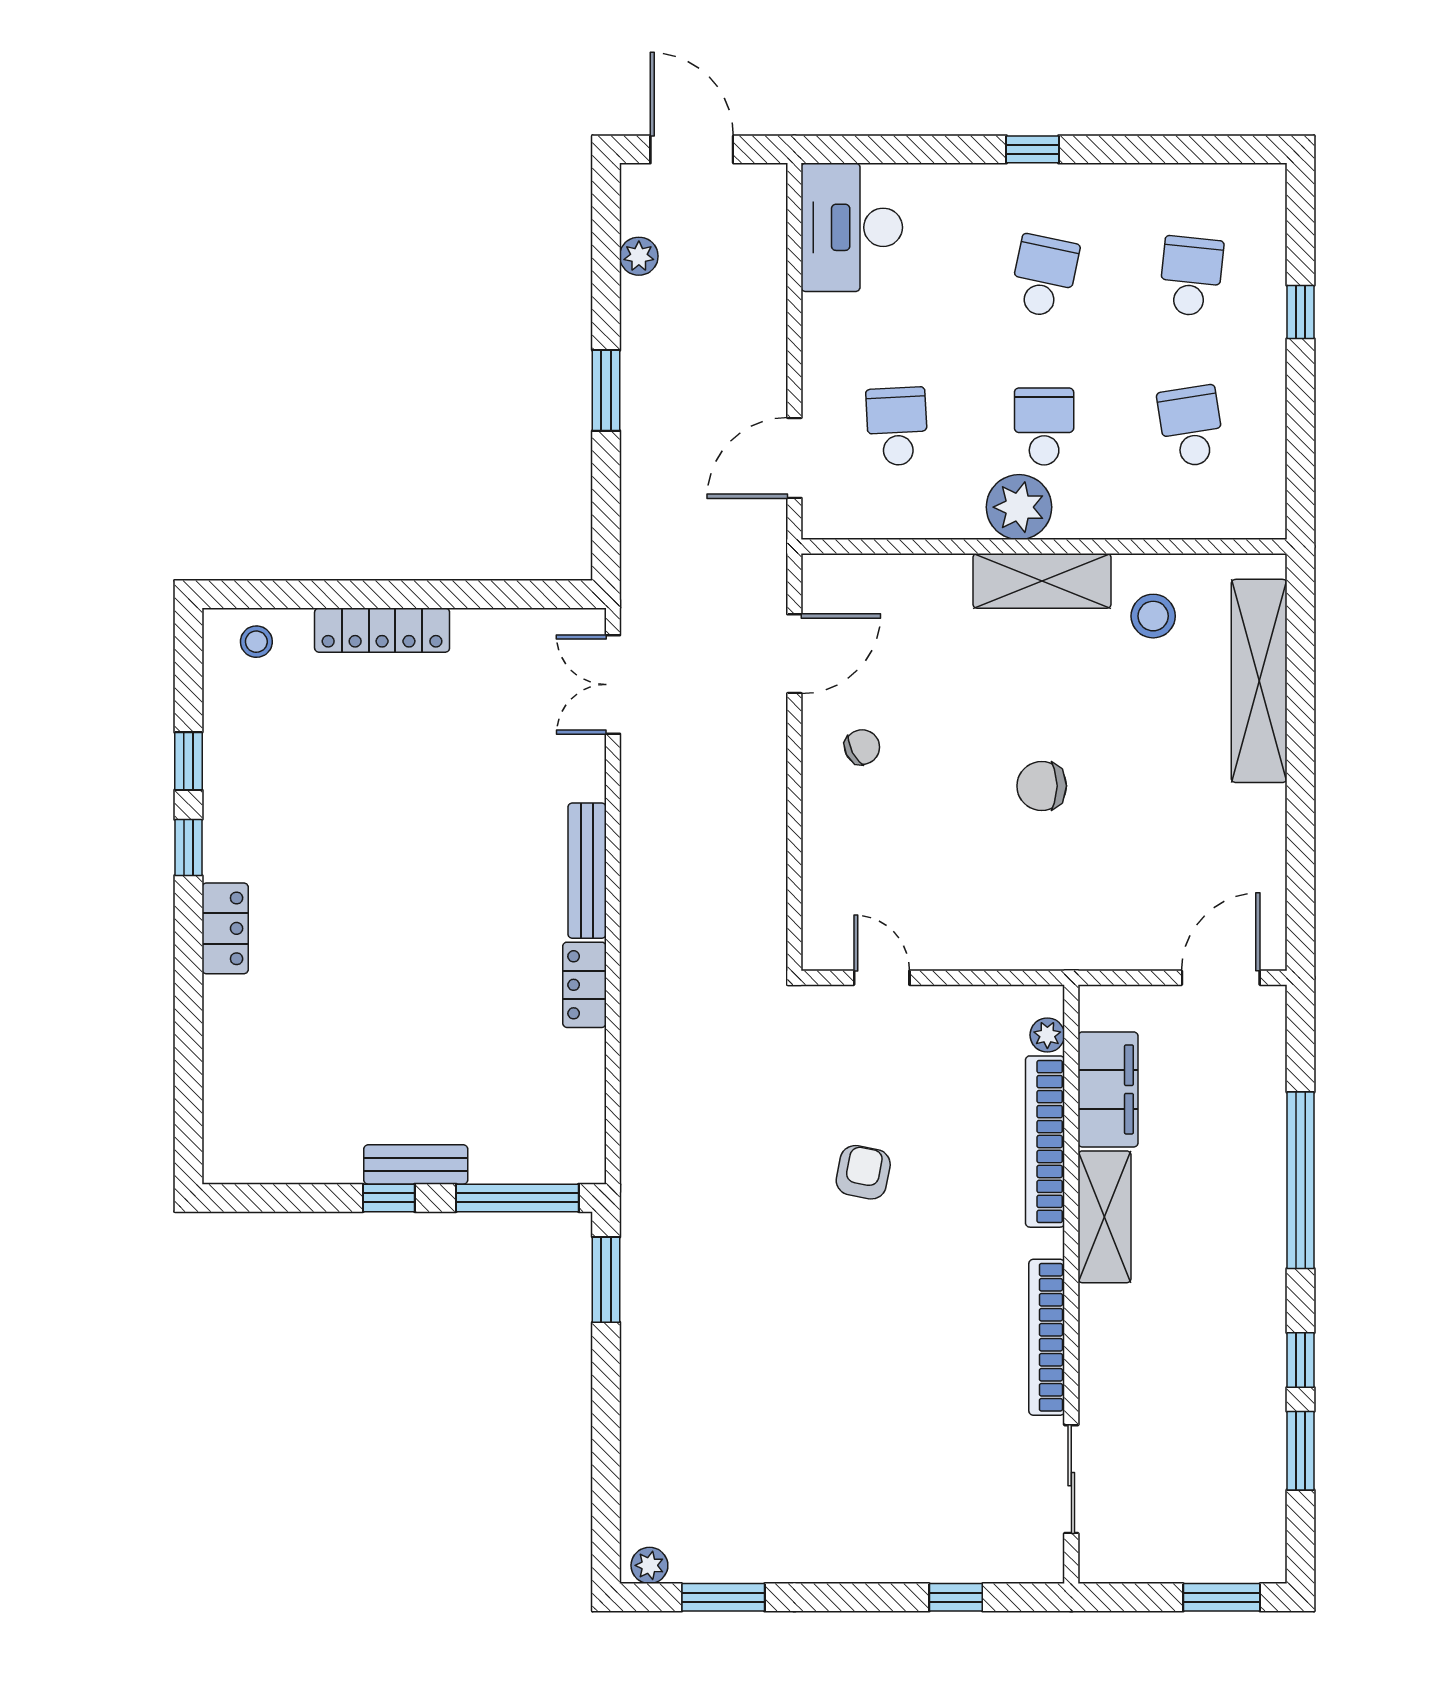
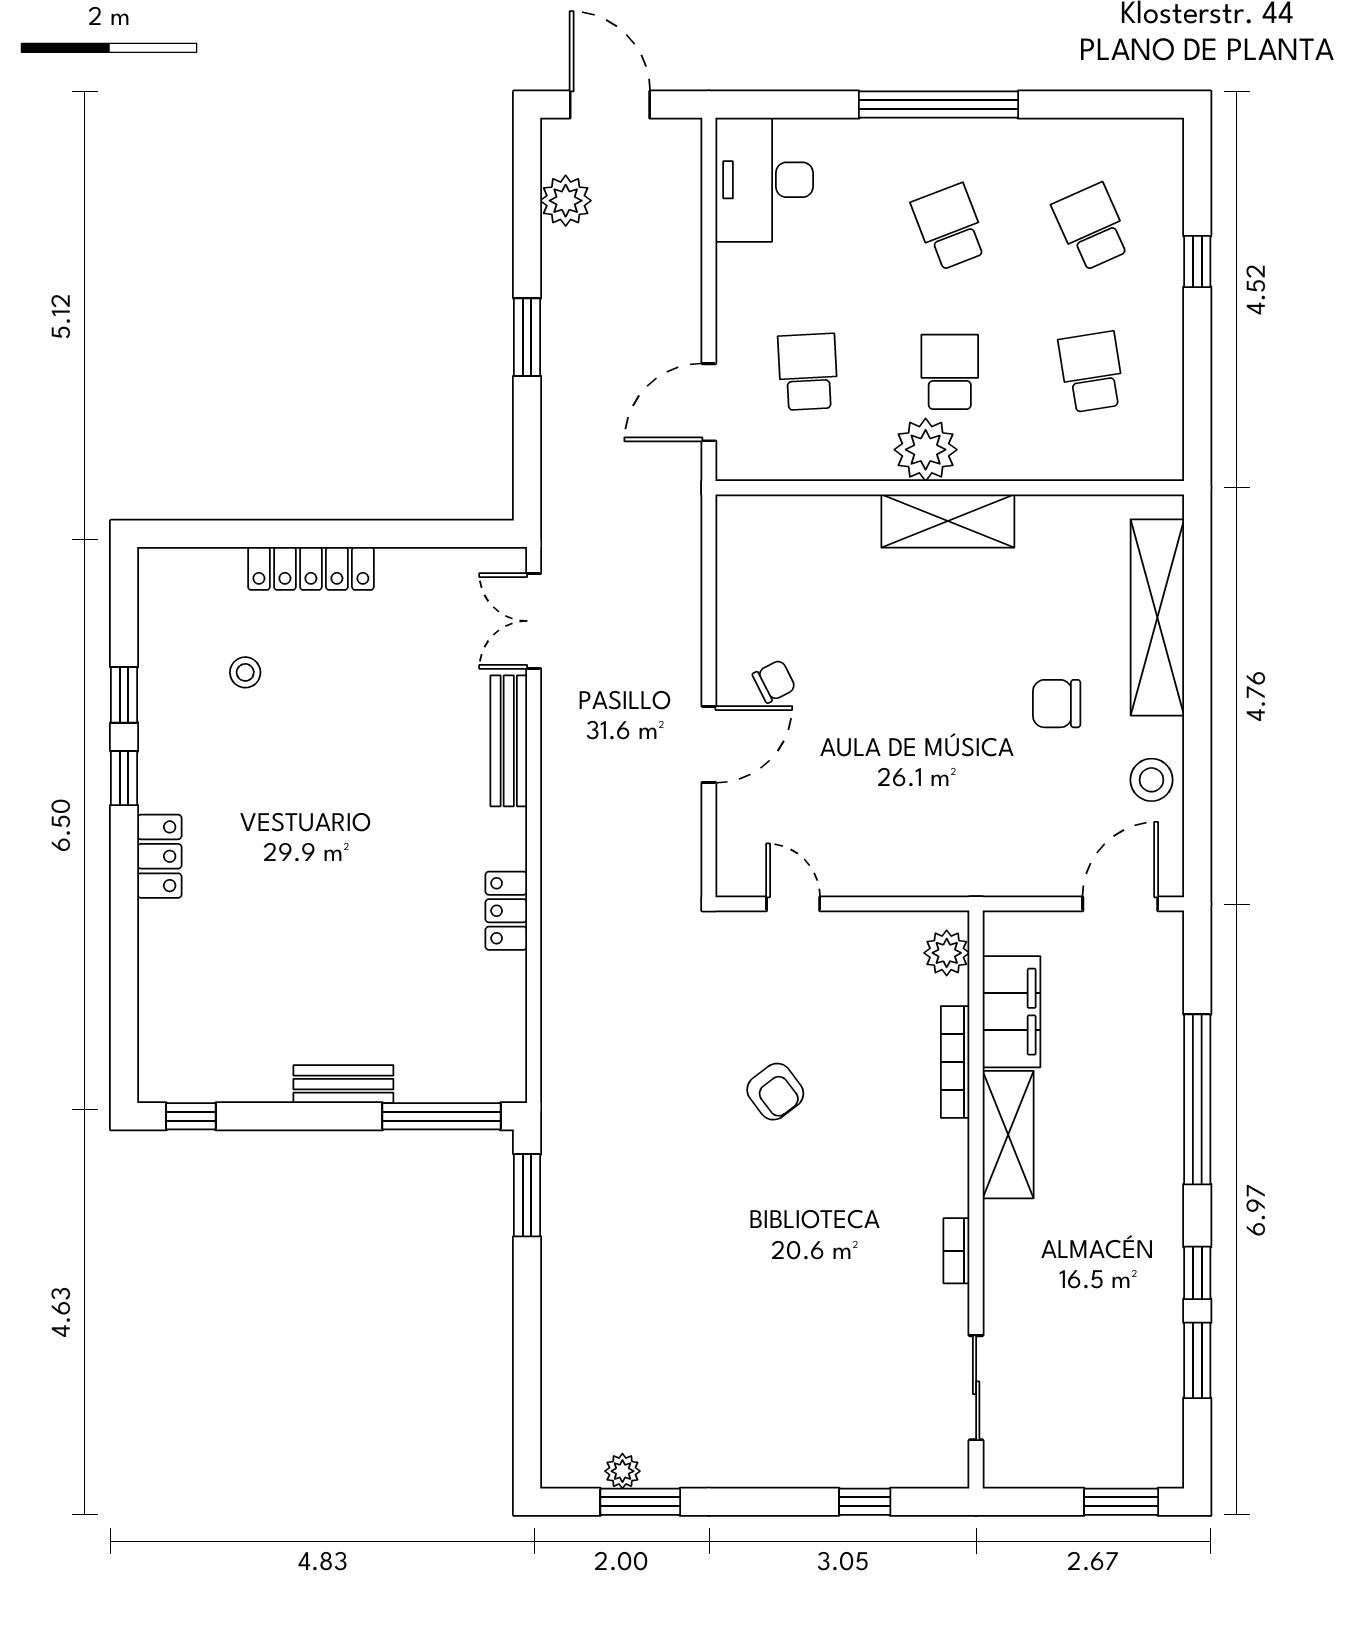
window: (1032, 149) -> (939, 105), width x3.17
plant: (639, 256) -> (566, 201), width x1.38, depth x1.38
school desk: (1044, 276) -> (950, 227), turned -33
school desk: (1191, 276) -> (1092, 227), turned -30
stool: (1153, 616) -> (1152, 780), moved
stool: (256, 642) -> (245, 672), moved
door: (794, 654) -> (709, 744), moved
chair: (1042, 786) -> (1057, 704), moved
bench: (587, 871) -> (509, 741), moved
plant: (1047, 1035) -> (947, 953), width x1.38, depth x1.38
bookcase: (1045, 1142) -> (955, 1062), width x0.68, depth x0.76
armchair: (863, 1172) -> (775, 1092), turned 132
window: (389, 1198) -> (191, 1116), moved
bookcase: (1047, 1337) -> (956, 1251), width x0.43, depth x0.76
plant: (649, 1565) -> (622, 1471), moved

